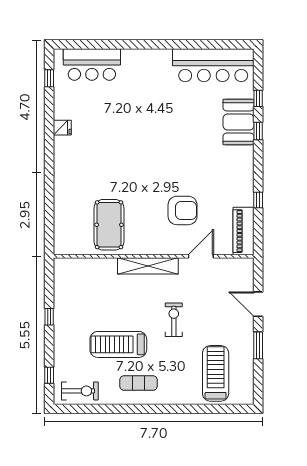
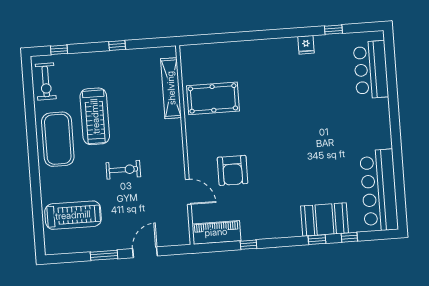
window: (49, 78) -> (333, 30), moved
shelving: (148, 266) -> (171, 88), moved
treadmill: (118, 344) -> (95, 116), turned 180
exercise mat: (138, 383) -> (58, 139), width x2.00, depth x1.45

